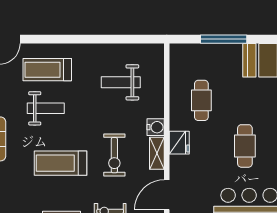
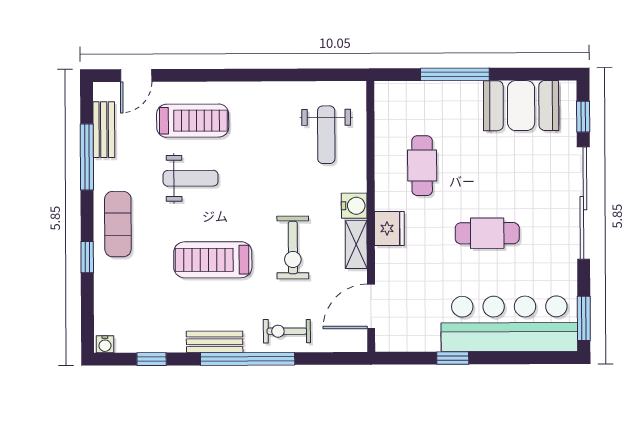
treadmill: (47, 70) -> (193, 121), turned 180
weight bench: (121, 82) -> (326, 135), moved, turned -90
cafe table: (245, 146) -> (487, 233), turned 90

